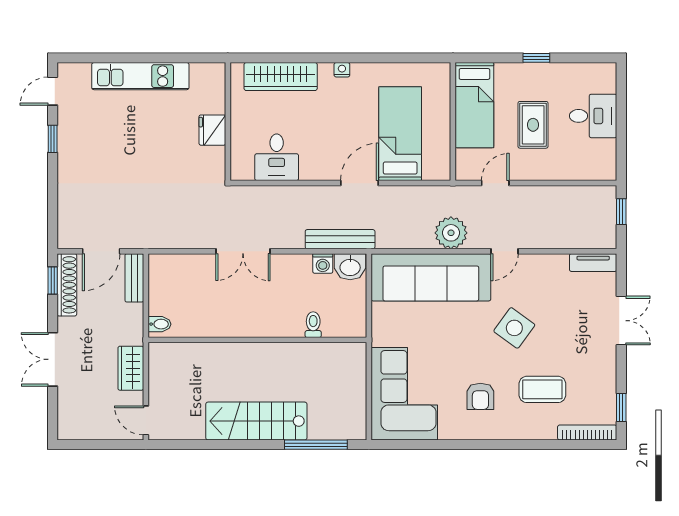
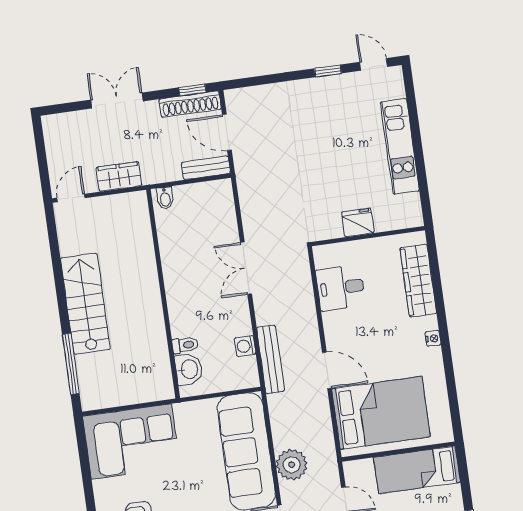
bed: (400, 134) -> (381, 413), width x1.50
washbasin: (350, 267) -> (189, 369), moved, turned 180

